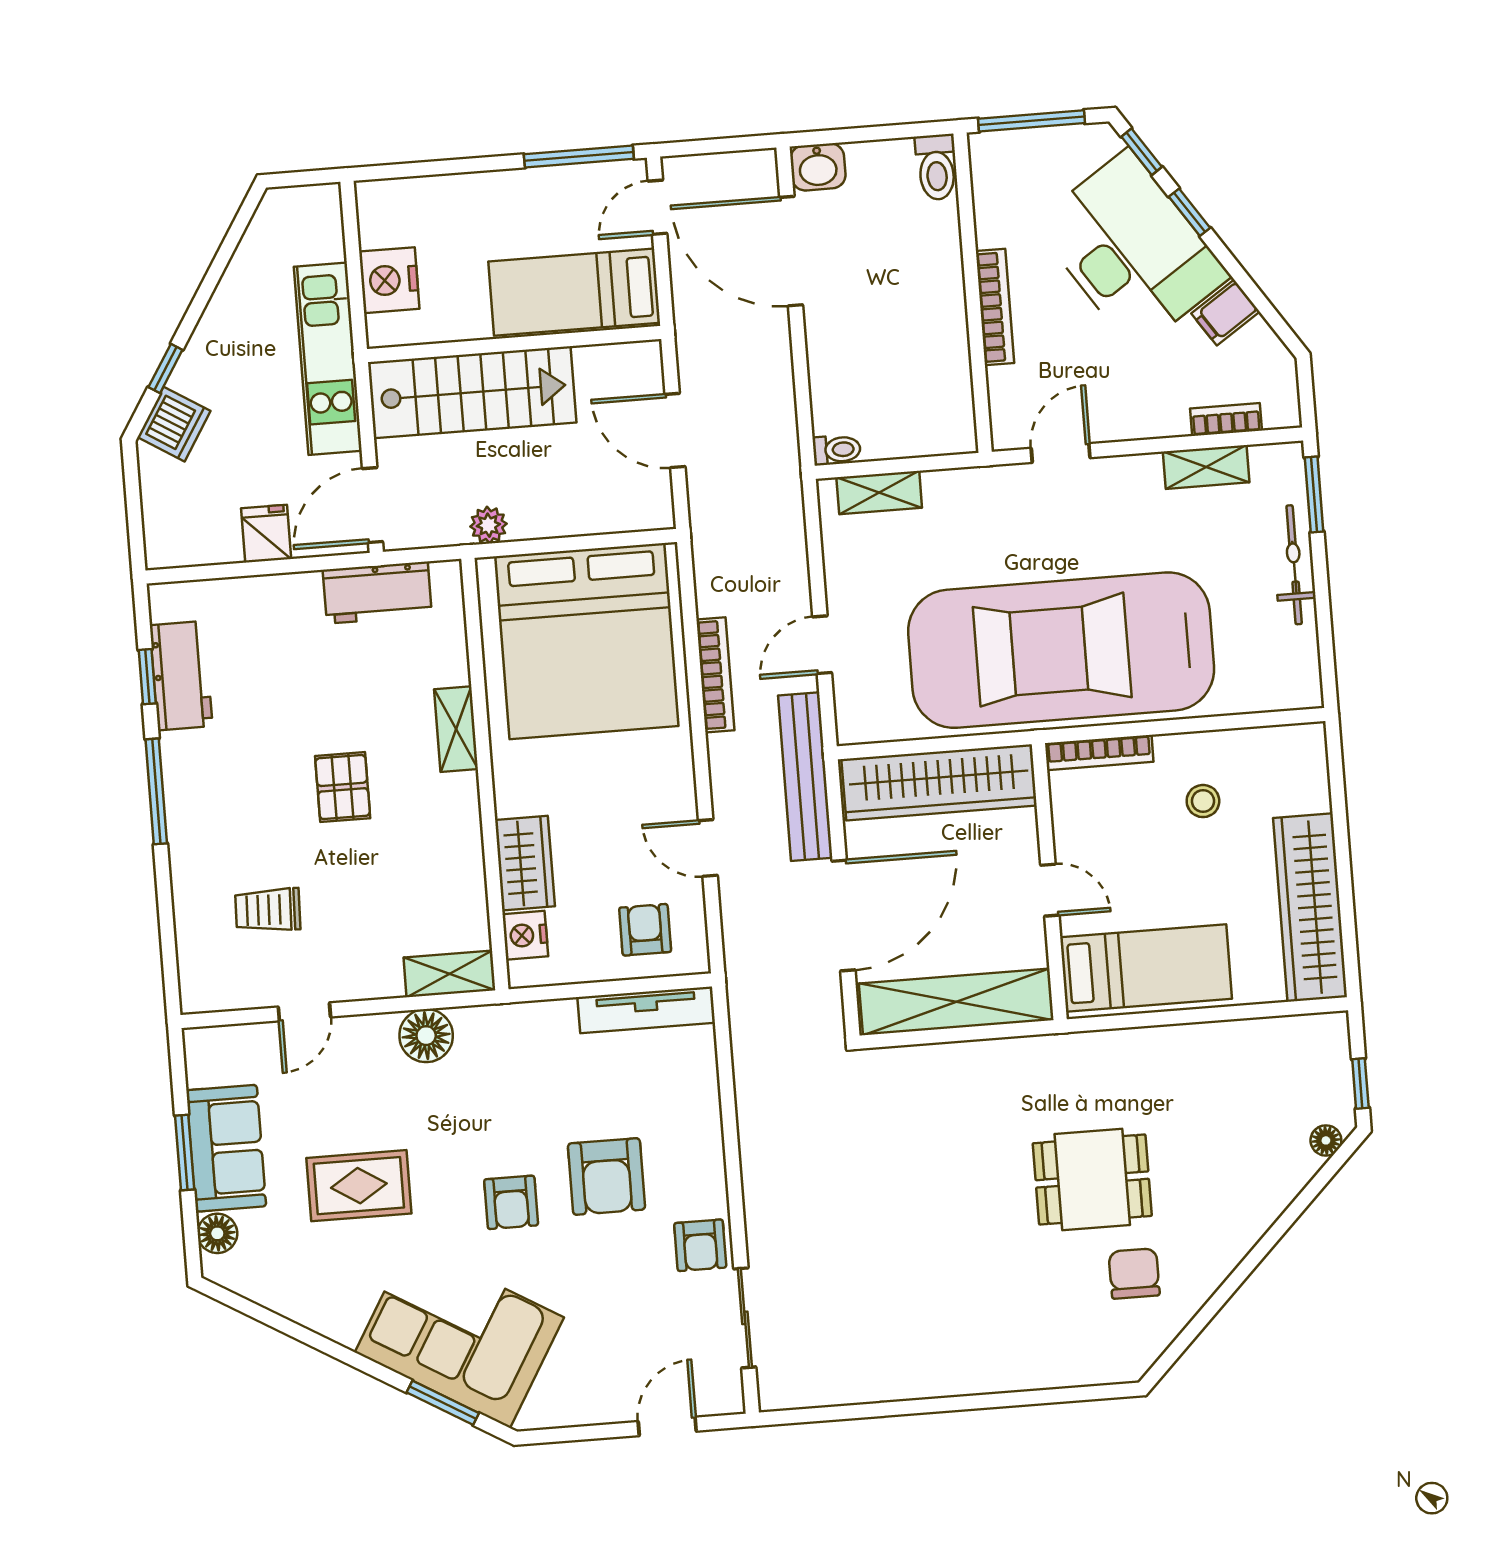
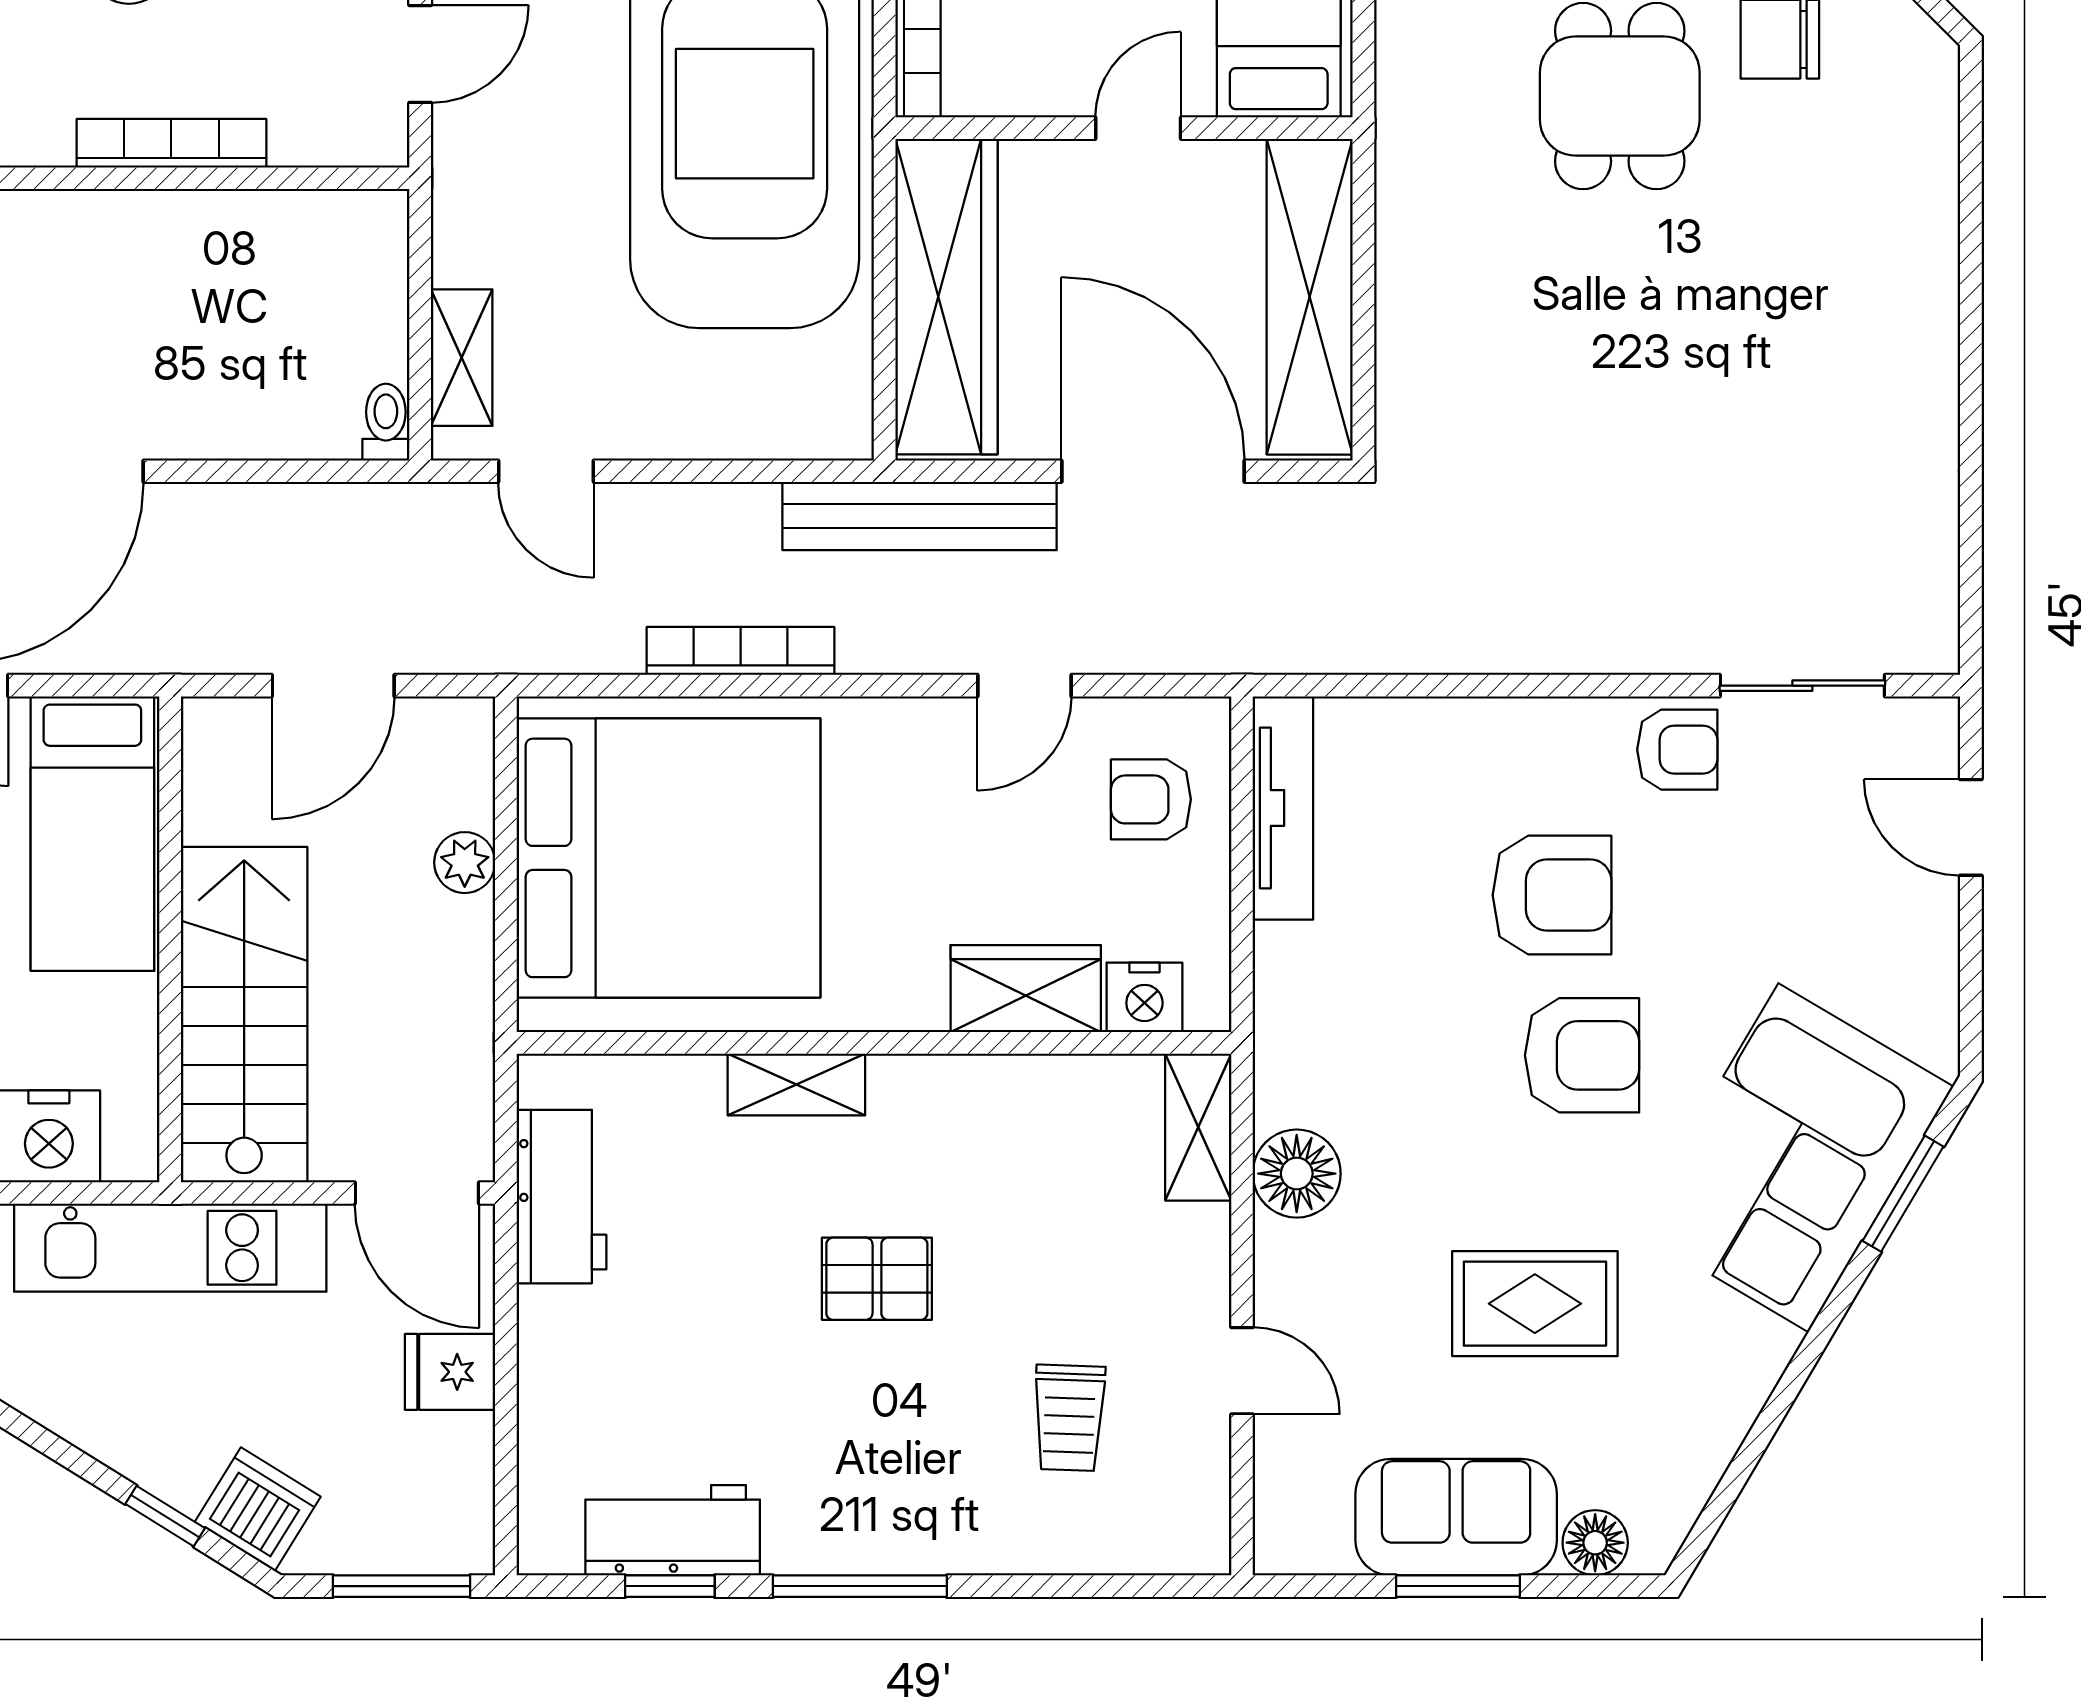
door: (1061, 453) -> (420, 54), swing flipped
window: (134, 515) -> (401, 1586), added
plant: (488, 525) -> (465, 863), moved
door: (822, 645) -> (546, 471), moved
rug: (359, 1186) -> (1535, 1304), turned 90
armchair: (511, 1202) -> (1582, 1055), width x1.38, depth x1.38

